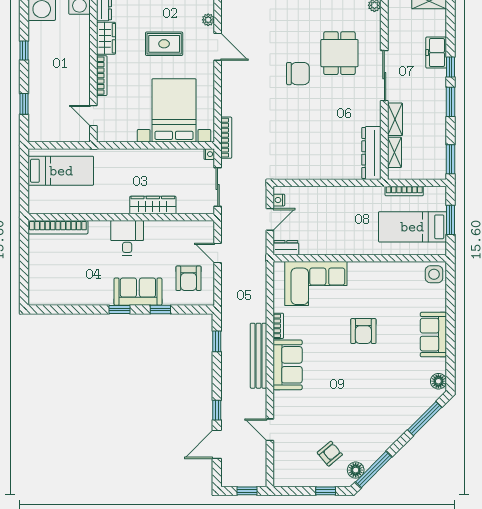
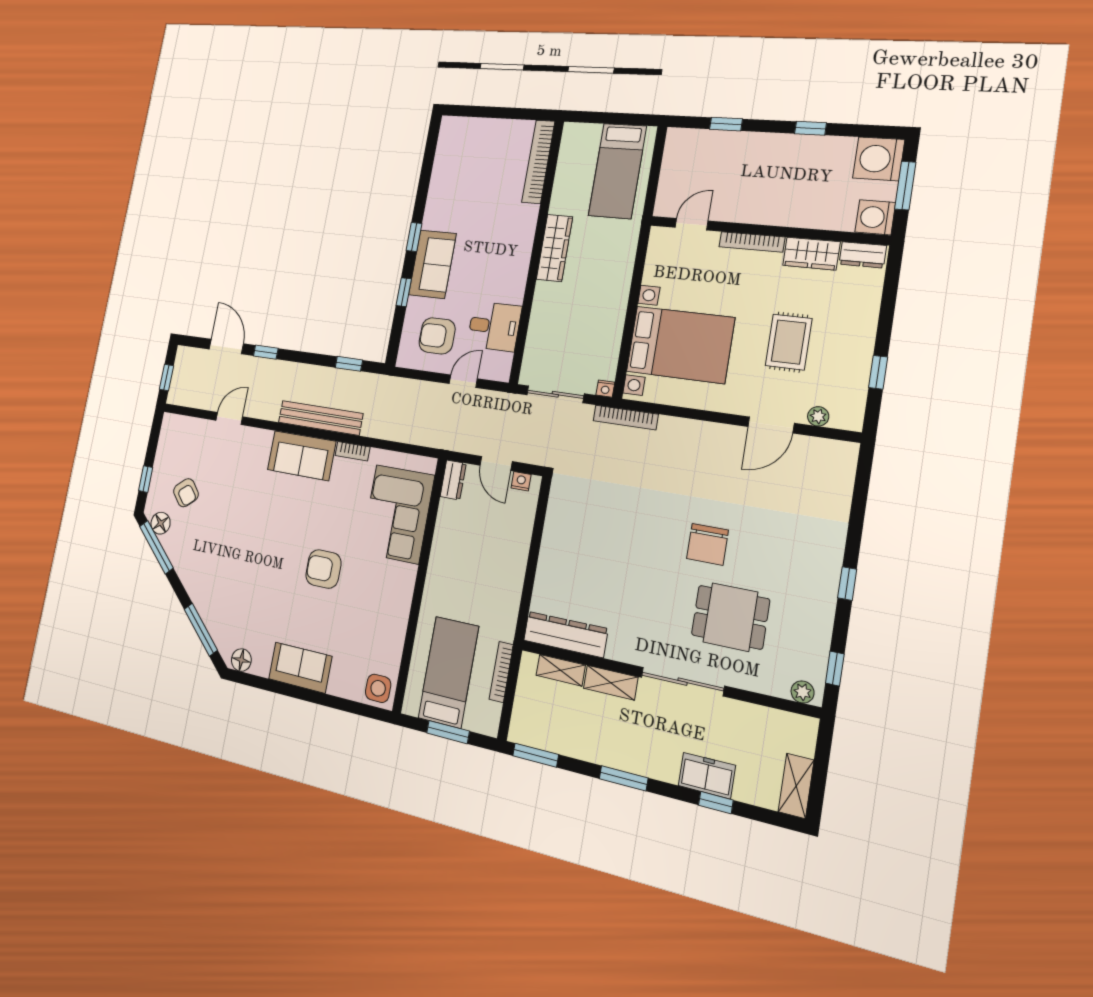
window: (450, 67) -> (716, 803), moved
wardrobe: (153, 205) -> (554, 248), moved
desk: (127, 238) -> (494, 326), moved

